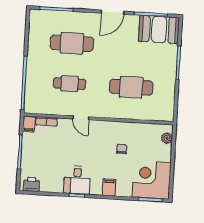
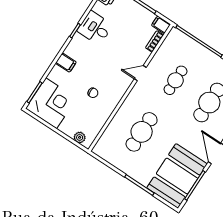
booth: (159, 29) -> (177, 176), width x1.36, depth x1.42
desk: (77, 180) -> (95, 28), moved

